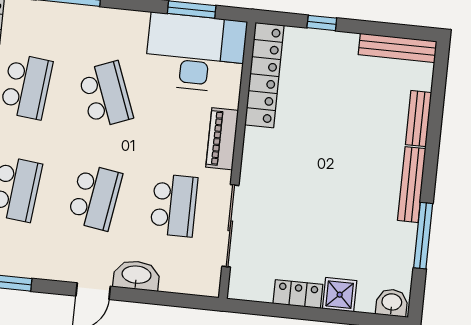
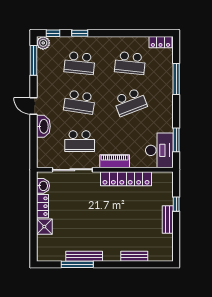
bench: (398, 48) -> (168, 220), moved, width x0.73
desk: (196, 53) -> (159, 150), width x0.73, depth x0.77
locker: (264, 75) -> (126, 179), moved
bench: (412, 185) -> (84, 256), moved
washbasin: (392, 303) -> (43, 186), moved

